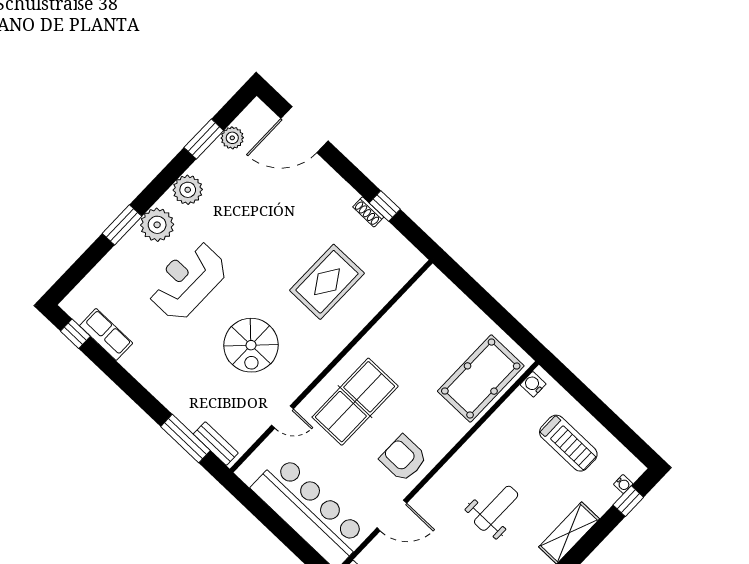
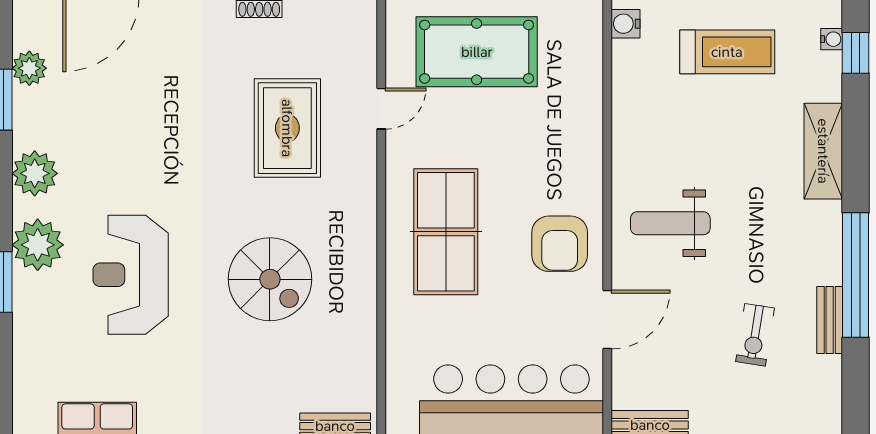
pool table: (481, 379) -> (477, 52), moved, turned 90
door: (283, 417) -> (381, 109), moved
armchair: (403, 458) -> (560, 244), turned -90
weight bench: (496, 508) -> (670, 223), moved, turned -90

